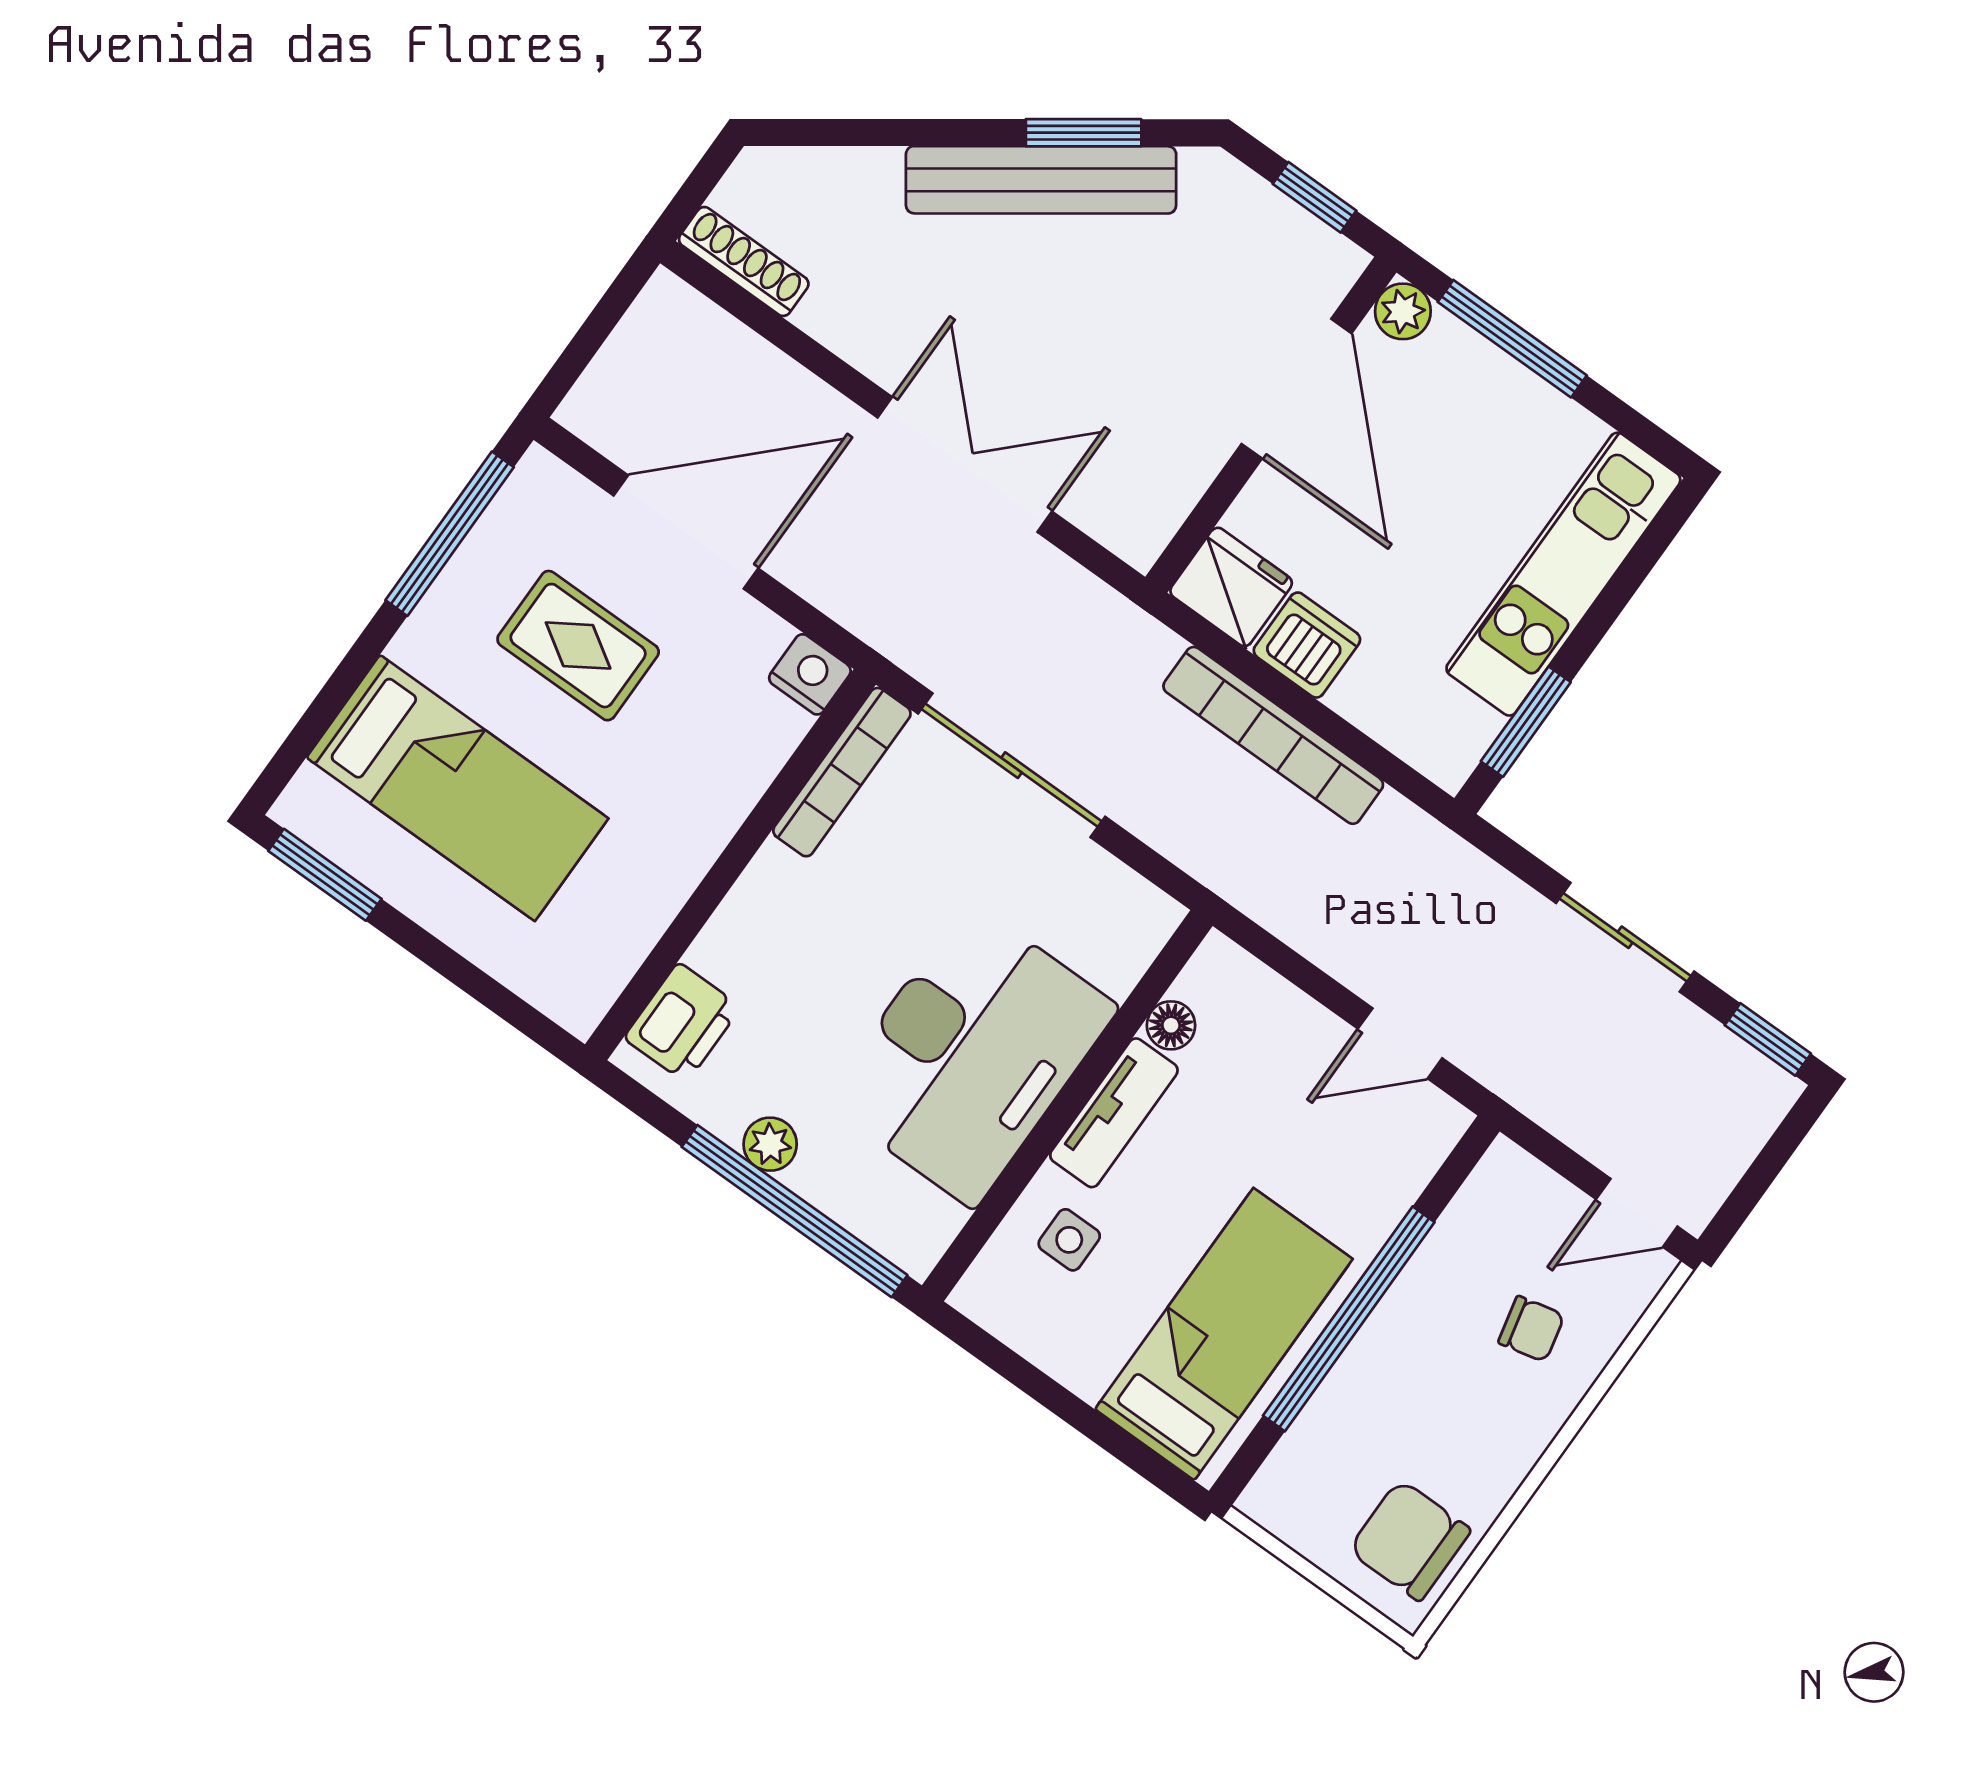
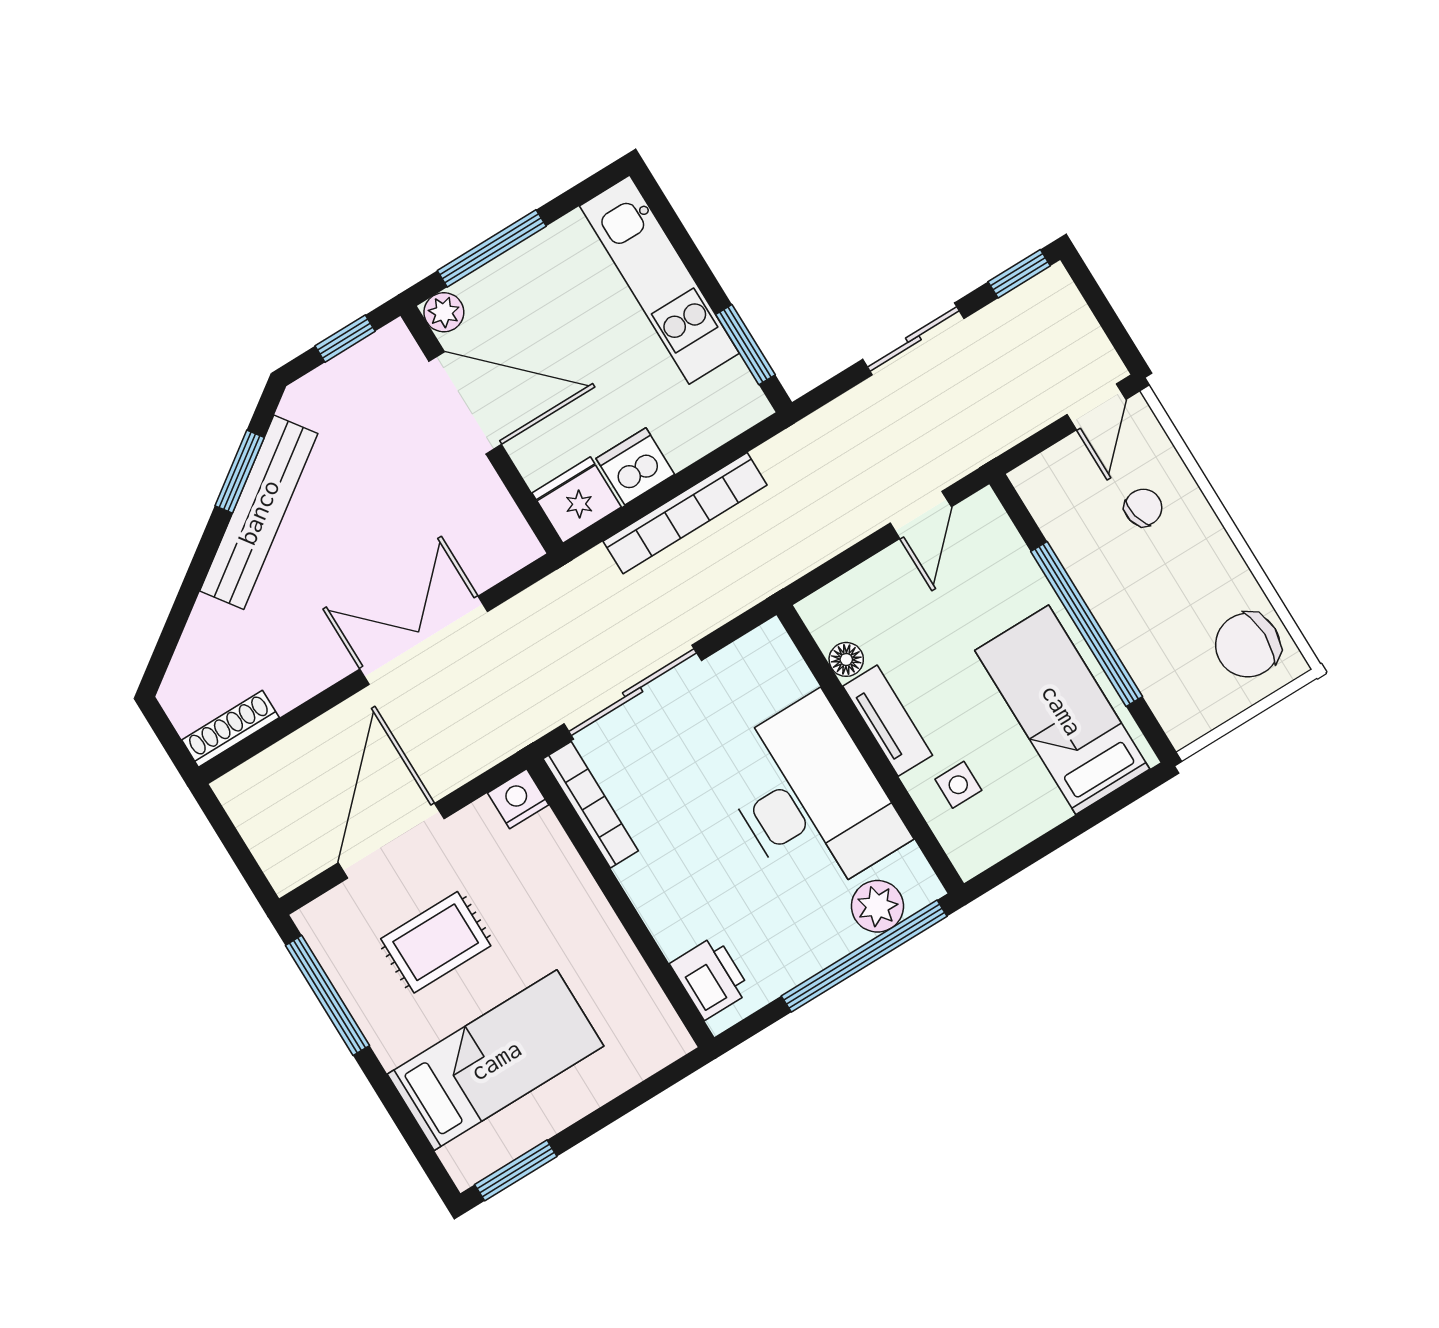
plant: (770, 1144) -> (877, 906), moved, width x1.38, depth x1.38

